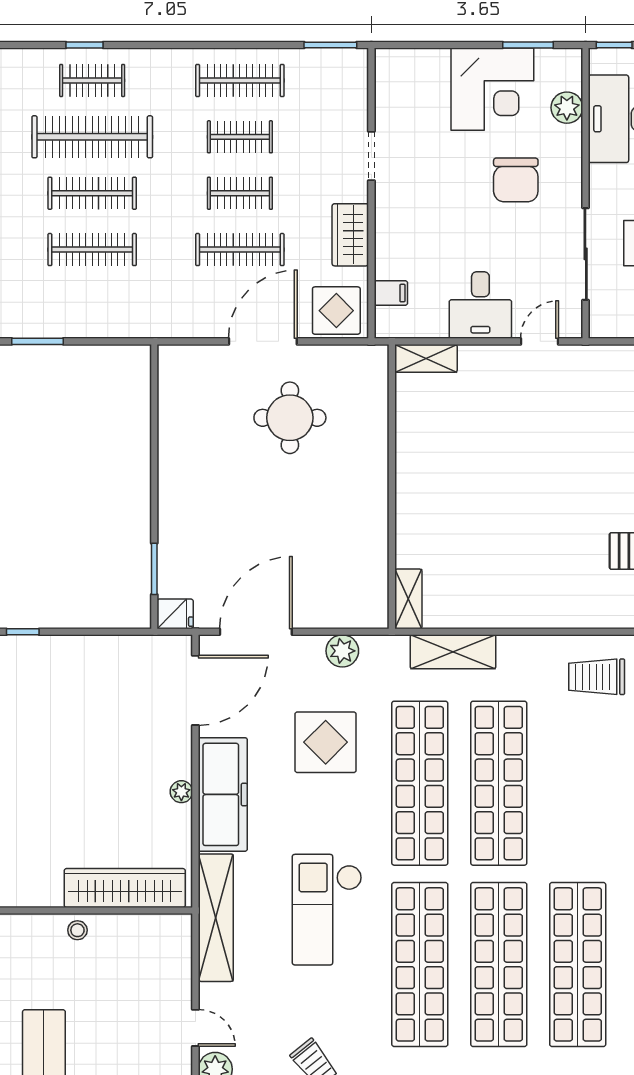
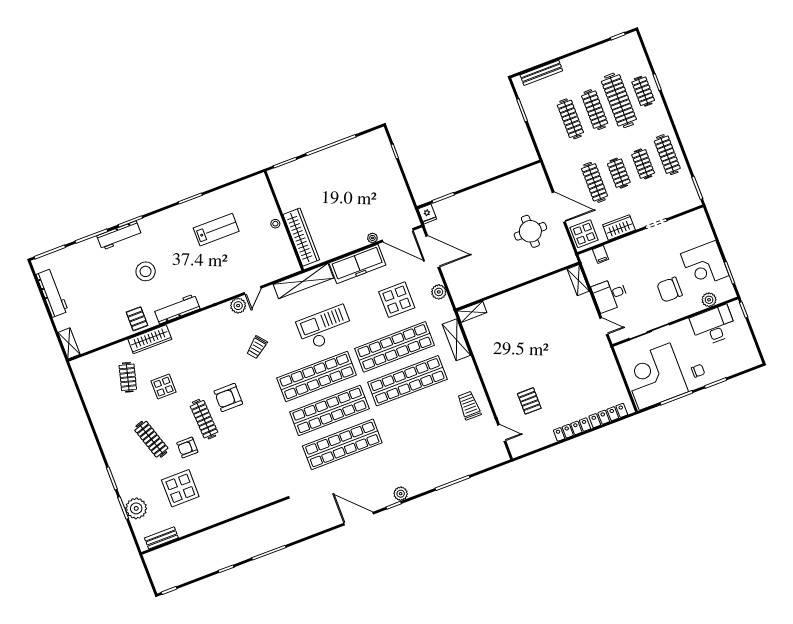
plant: (181, 792) -> (372, 238), moved

